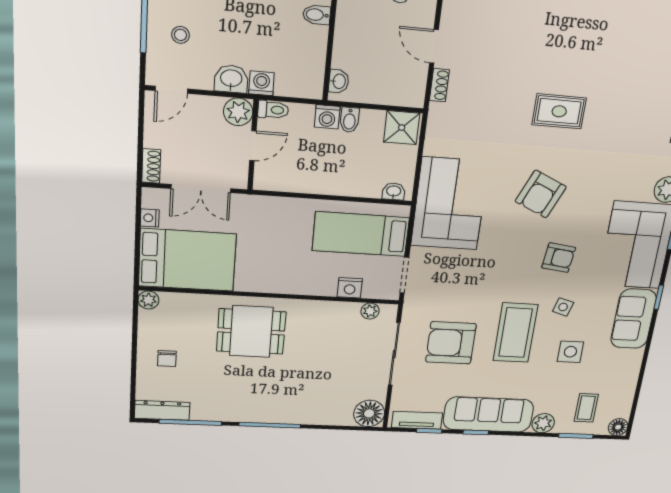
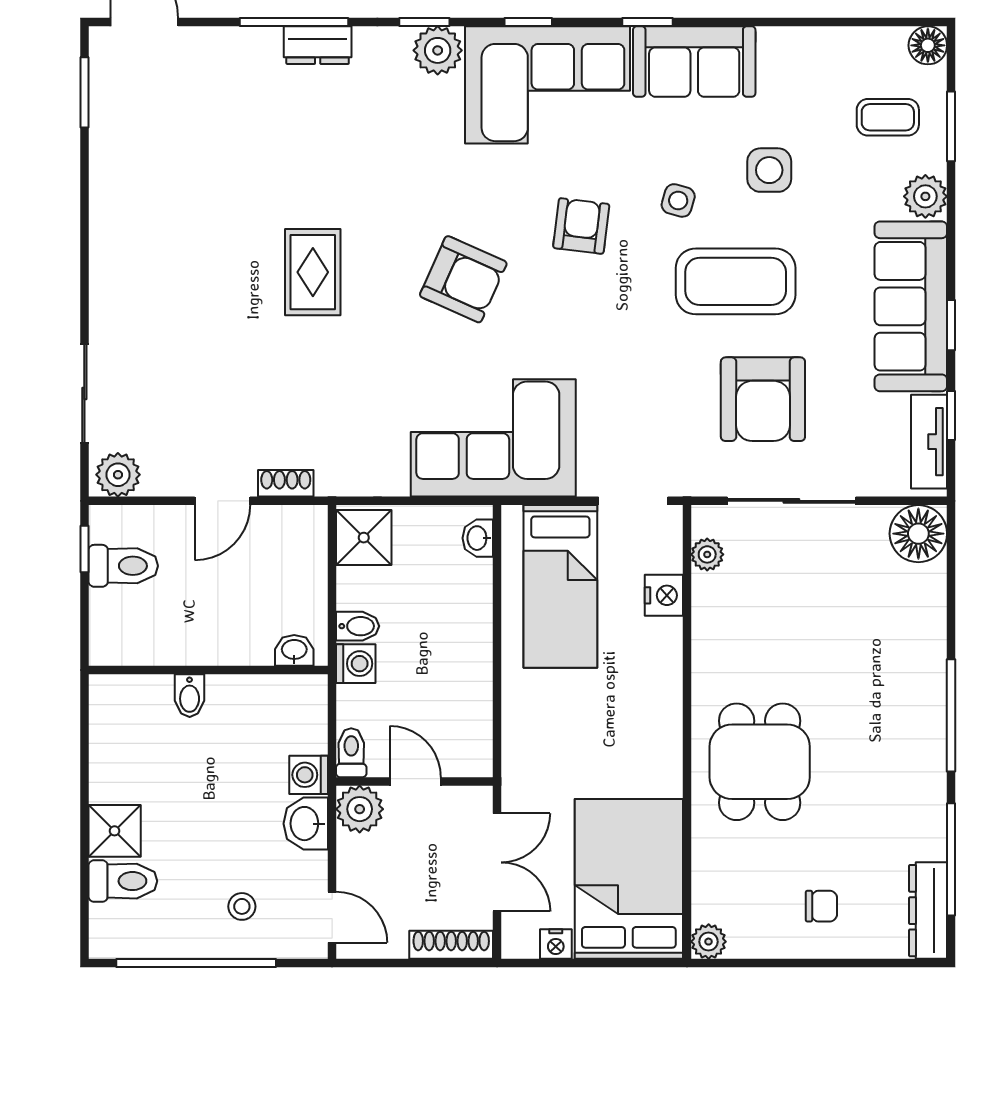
shoe rack: (151, 166) -> (451, 945), width x1.43

